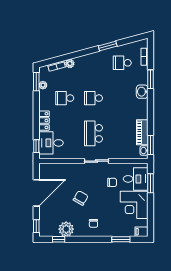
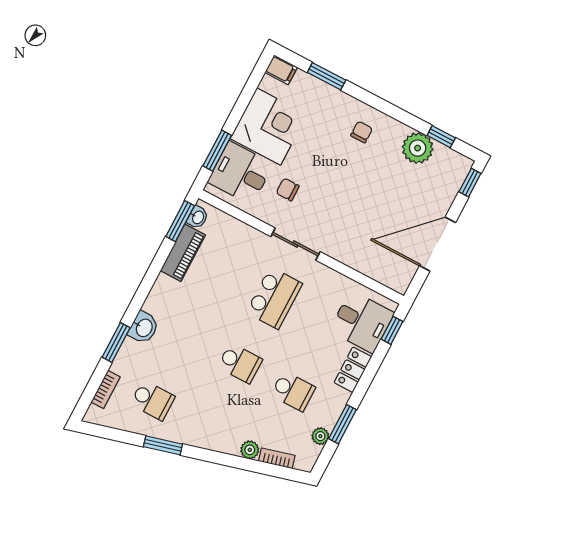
window: (36, 82) -> (343, 424), moved
chair: (81, 198) -> (361, 191), removed

